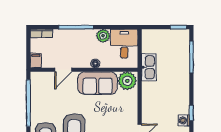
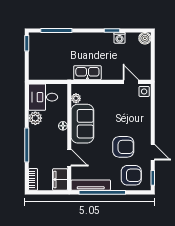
filing cabinet: (36, 61) -> (60, 179), width x2.00
kitchen sink: (149, 67) -> (87, 73), moved
plant: (127, 81) -> (76, 98), width x0.53, depth x0.53
tv unit: (36, 91) -> (91, 185), added

